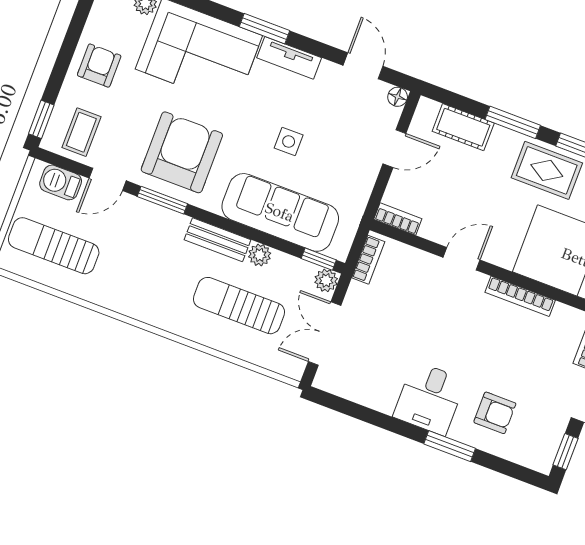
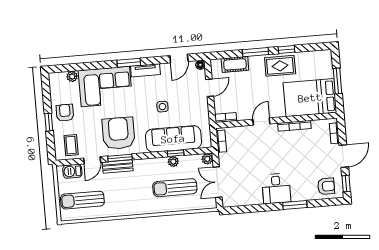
door: (363, 66) -> (179, 59), swing flipped
window: (41, 119) -> (49, 122), moved
bench: (218, 240) -> (118, 167), moved
window: (319, 259) -> (176, 153), moved
armchair: (495, 413) -> (326, 186), moved

